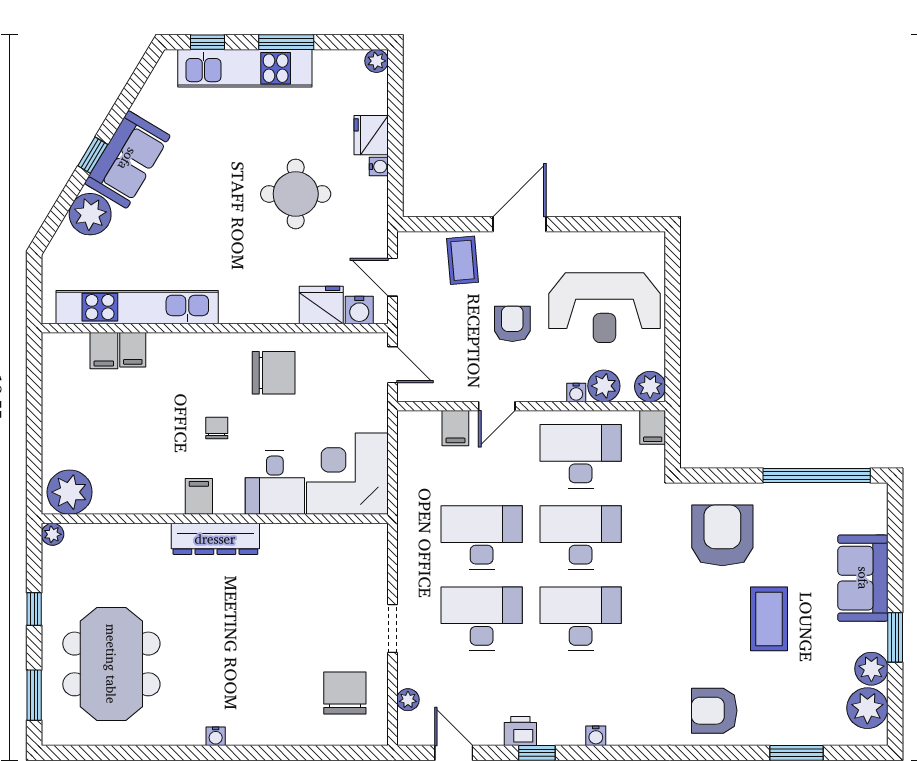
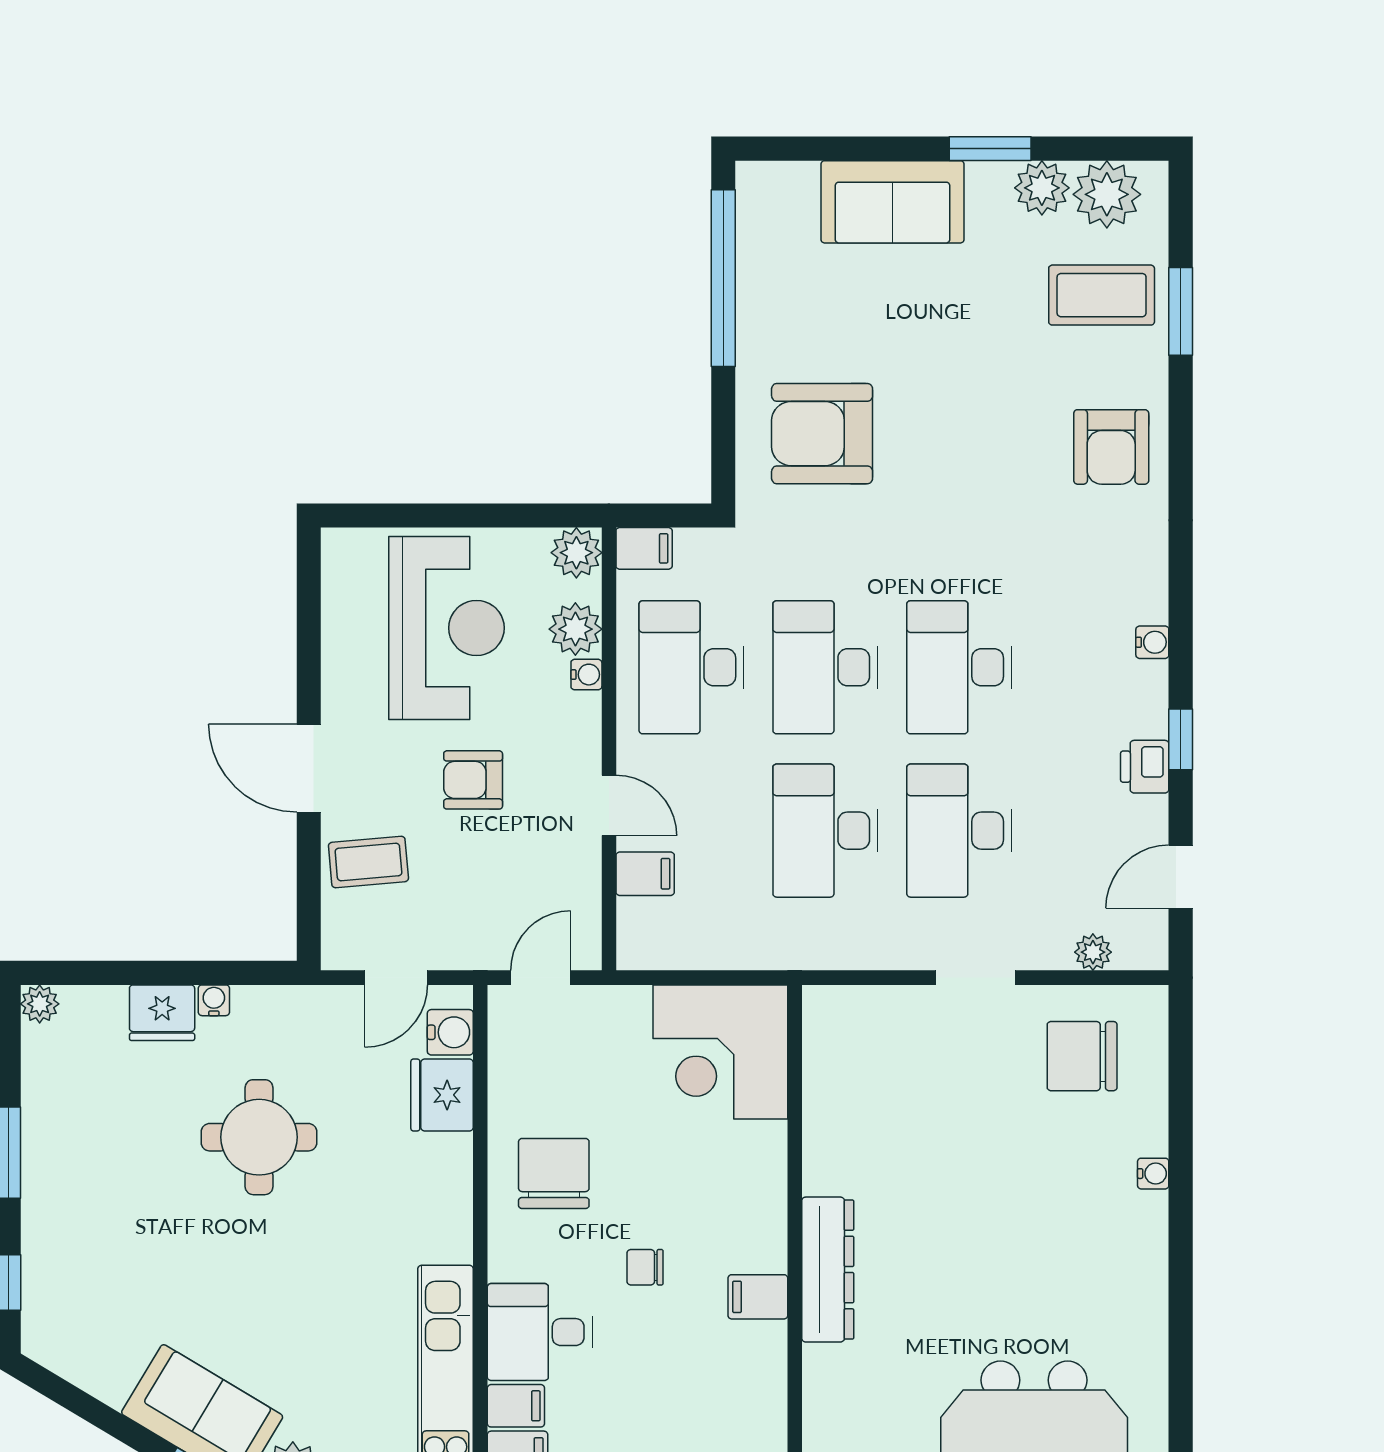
kitchen unit: (245, 68) -> (52, 1221), removed
desk: (275, 483) -> (540, 1332), moved, turned 180
coffee table: (769, 619) -> (1102, 295), moved
water cooler: (216, 736) -> (1153, 1174), moved

